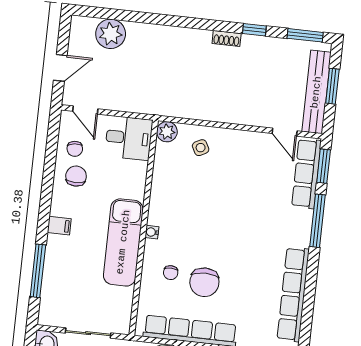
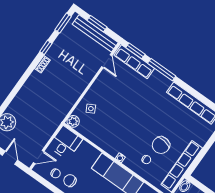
door: (285, 132) -> (107, 61), hinge flipped
chair: (204, 282) -> (161, 145), turned 98

